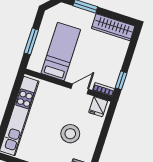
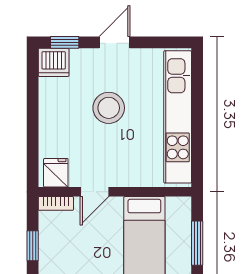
window: (121, 80) -> (33, 246), moved
stool: (70, 134) -> (109, 108), moved

